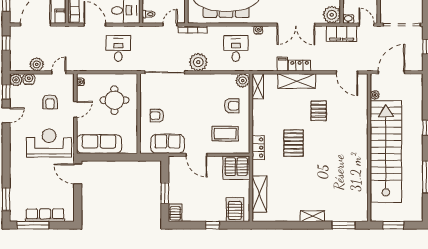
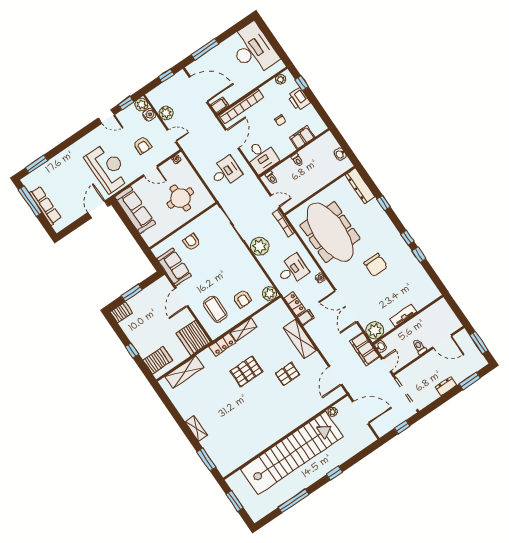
locker: (300, 66) -> (295, 304), moved
shelving: (258, 86) -> (244, 330), moved
armchair: (50, 102) -> (142, 145), turned -90

